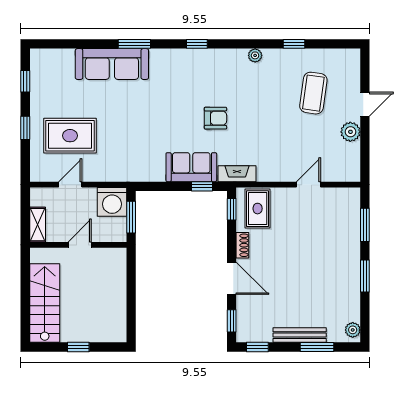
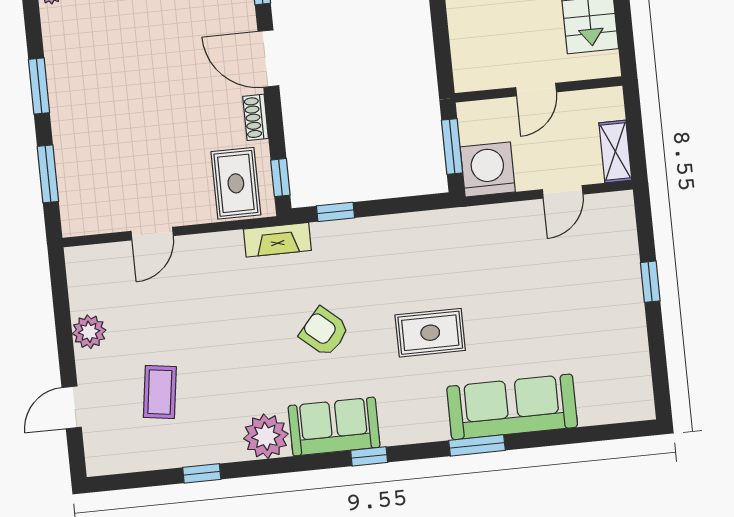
plant: (255, 55) -> (266, 436), width x1.87, depth x1.87
window: (25, 81) -> (658, 362), removed
coffee table: (313, 93) -> (160, 392), width x0.73, depth x0.77
door: (365, 104) -> (72, 407), moved
armchair: (215, 118) -> (324, 332), turned 41
rug: (70, 136) -> (430, 333), moved, width x0.73, depth x0.70
sofa: (191, 167) -> (334, 427), moved, turned 180
shelving: (38, 225) -> (615, 151), moved

